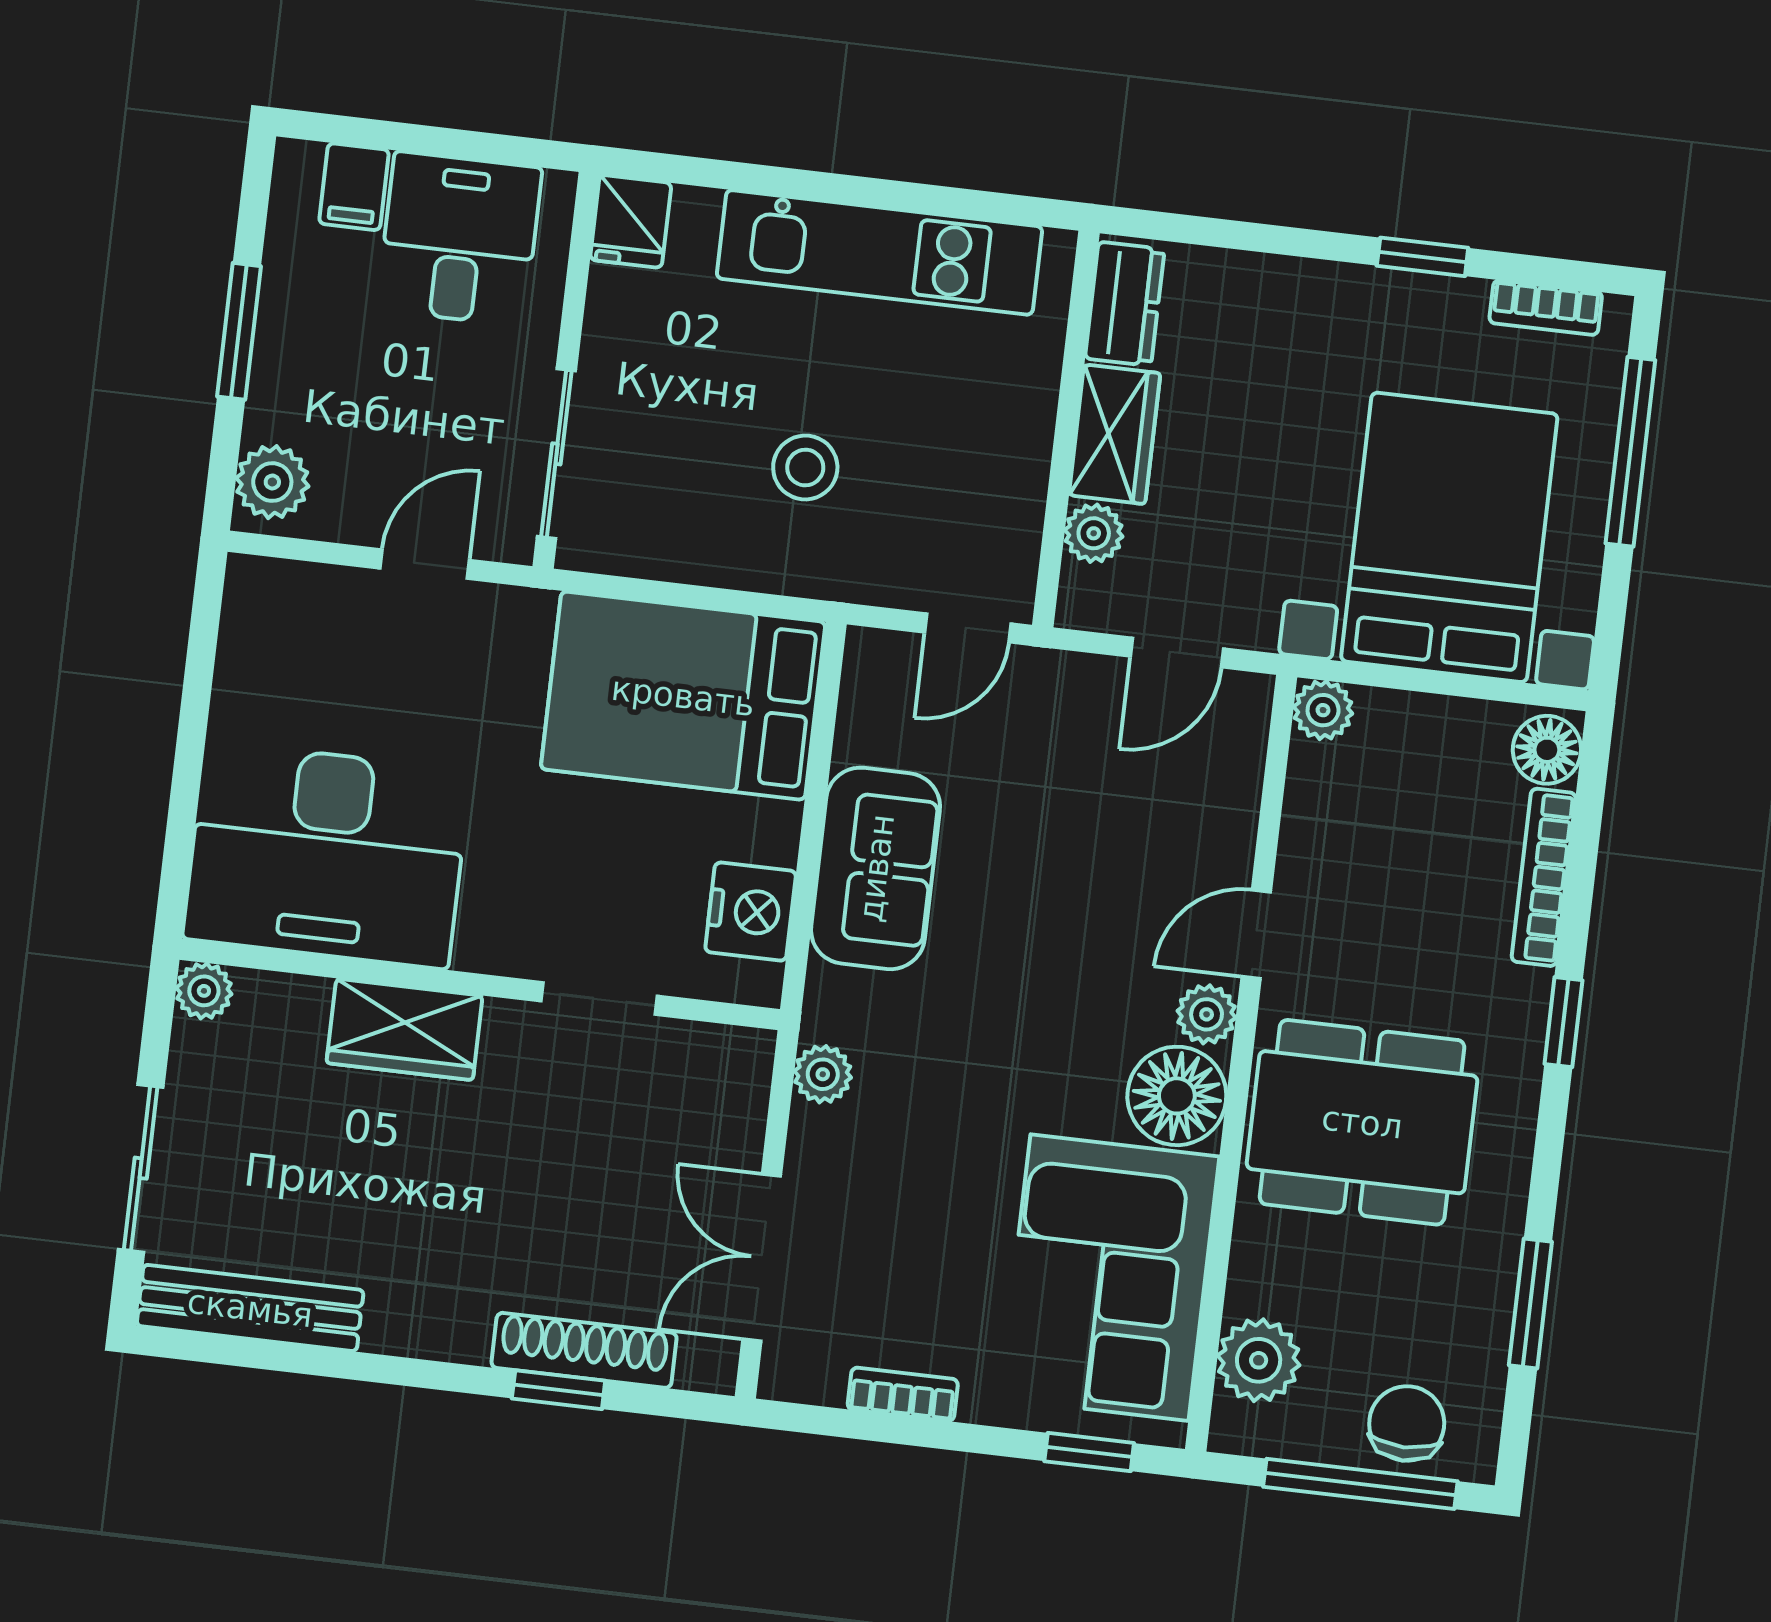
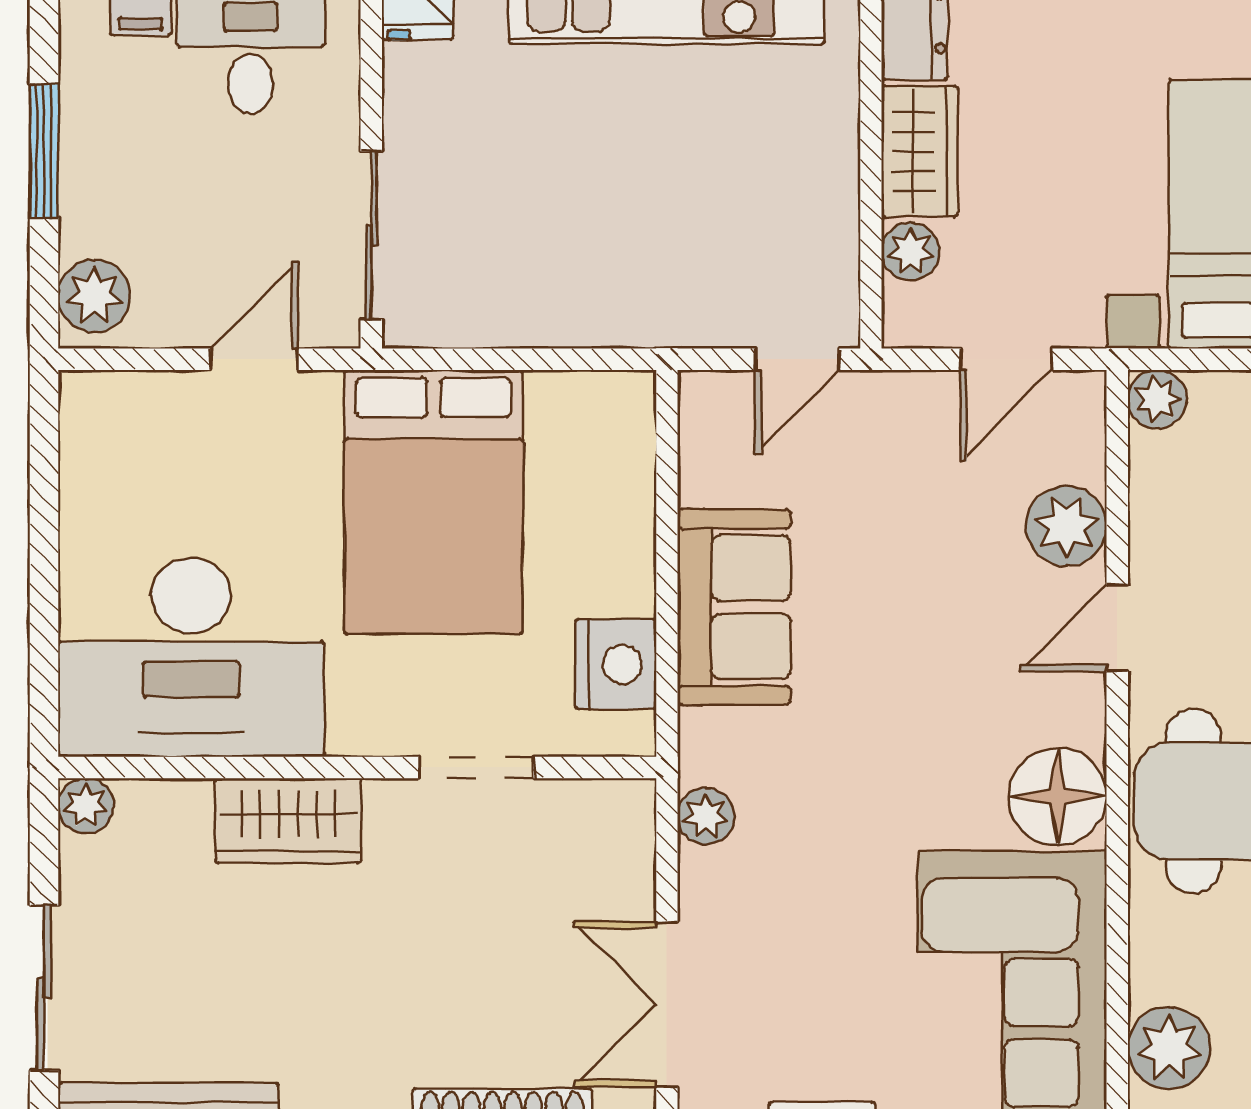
stool: (805, 467) -> (618, 220), removed
bed: (683, 696) -> (433, 502), moved, turned -90
plant: (1207, 1014) -> (1066, 526), moved, width x1.38, depth x1.38

